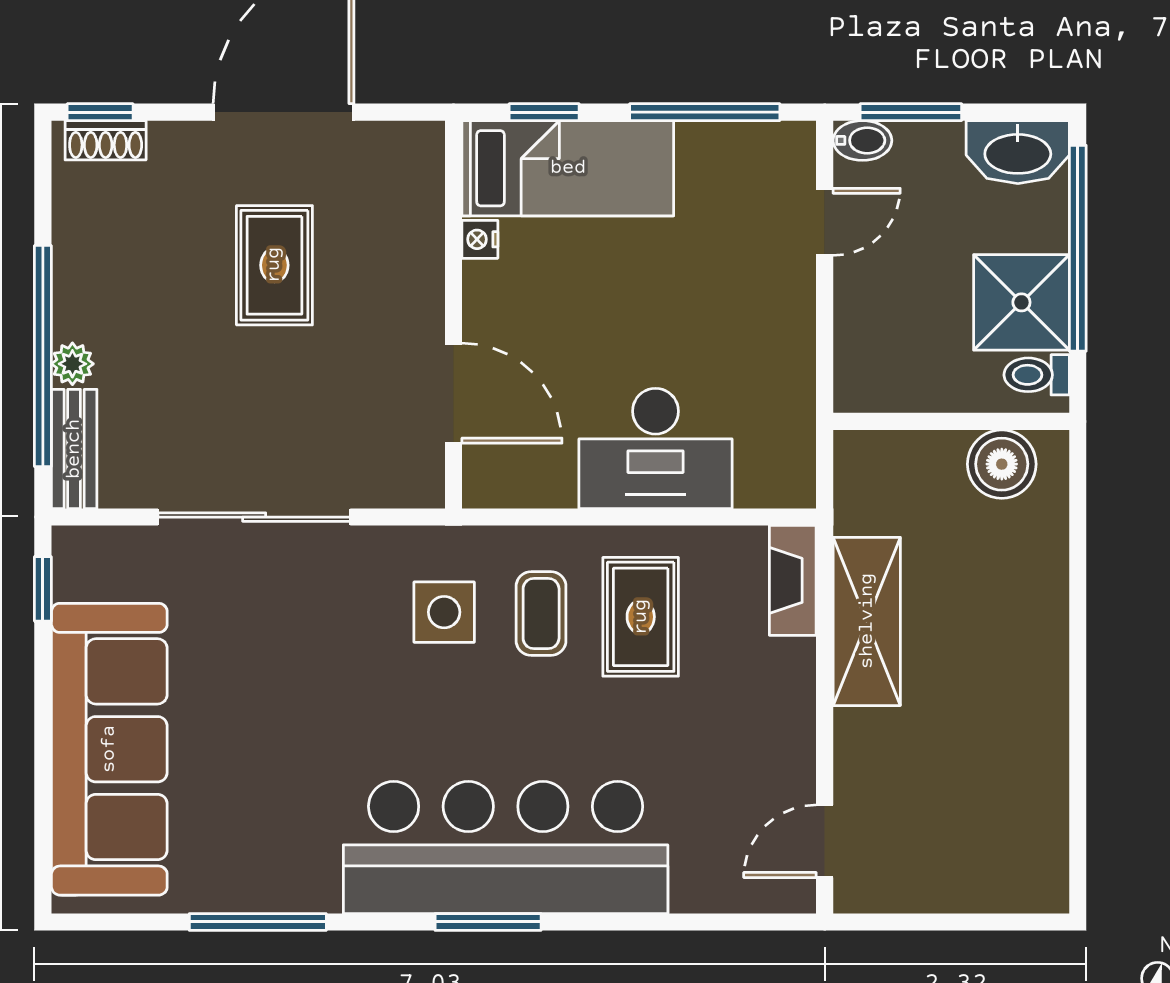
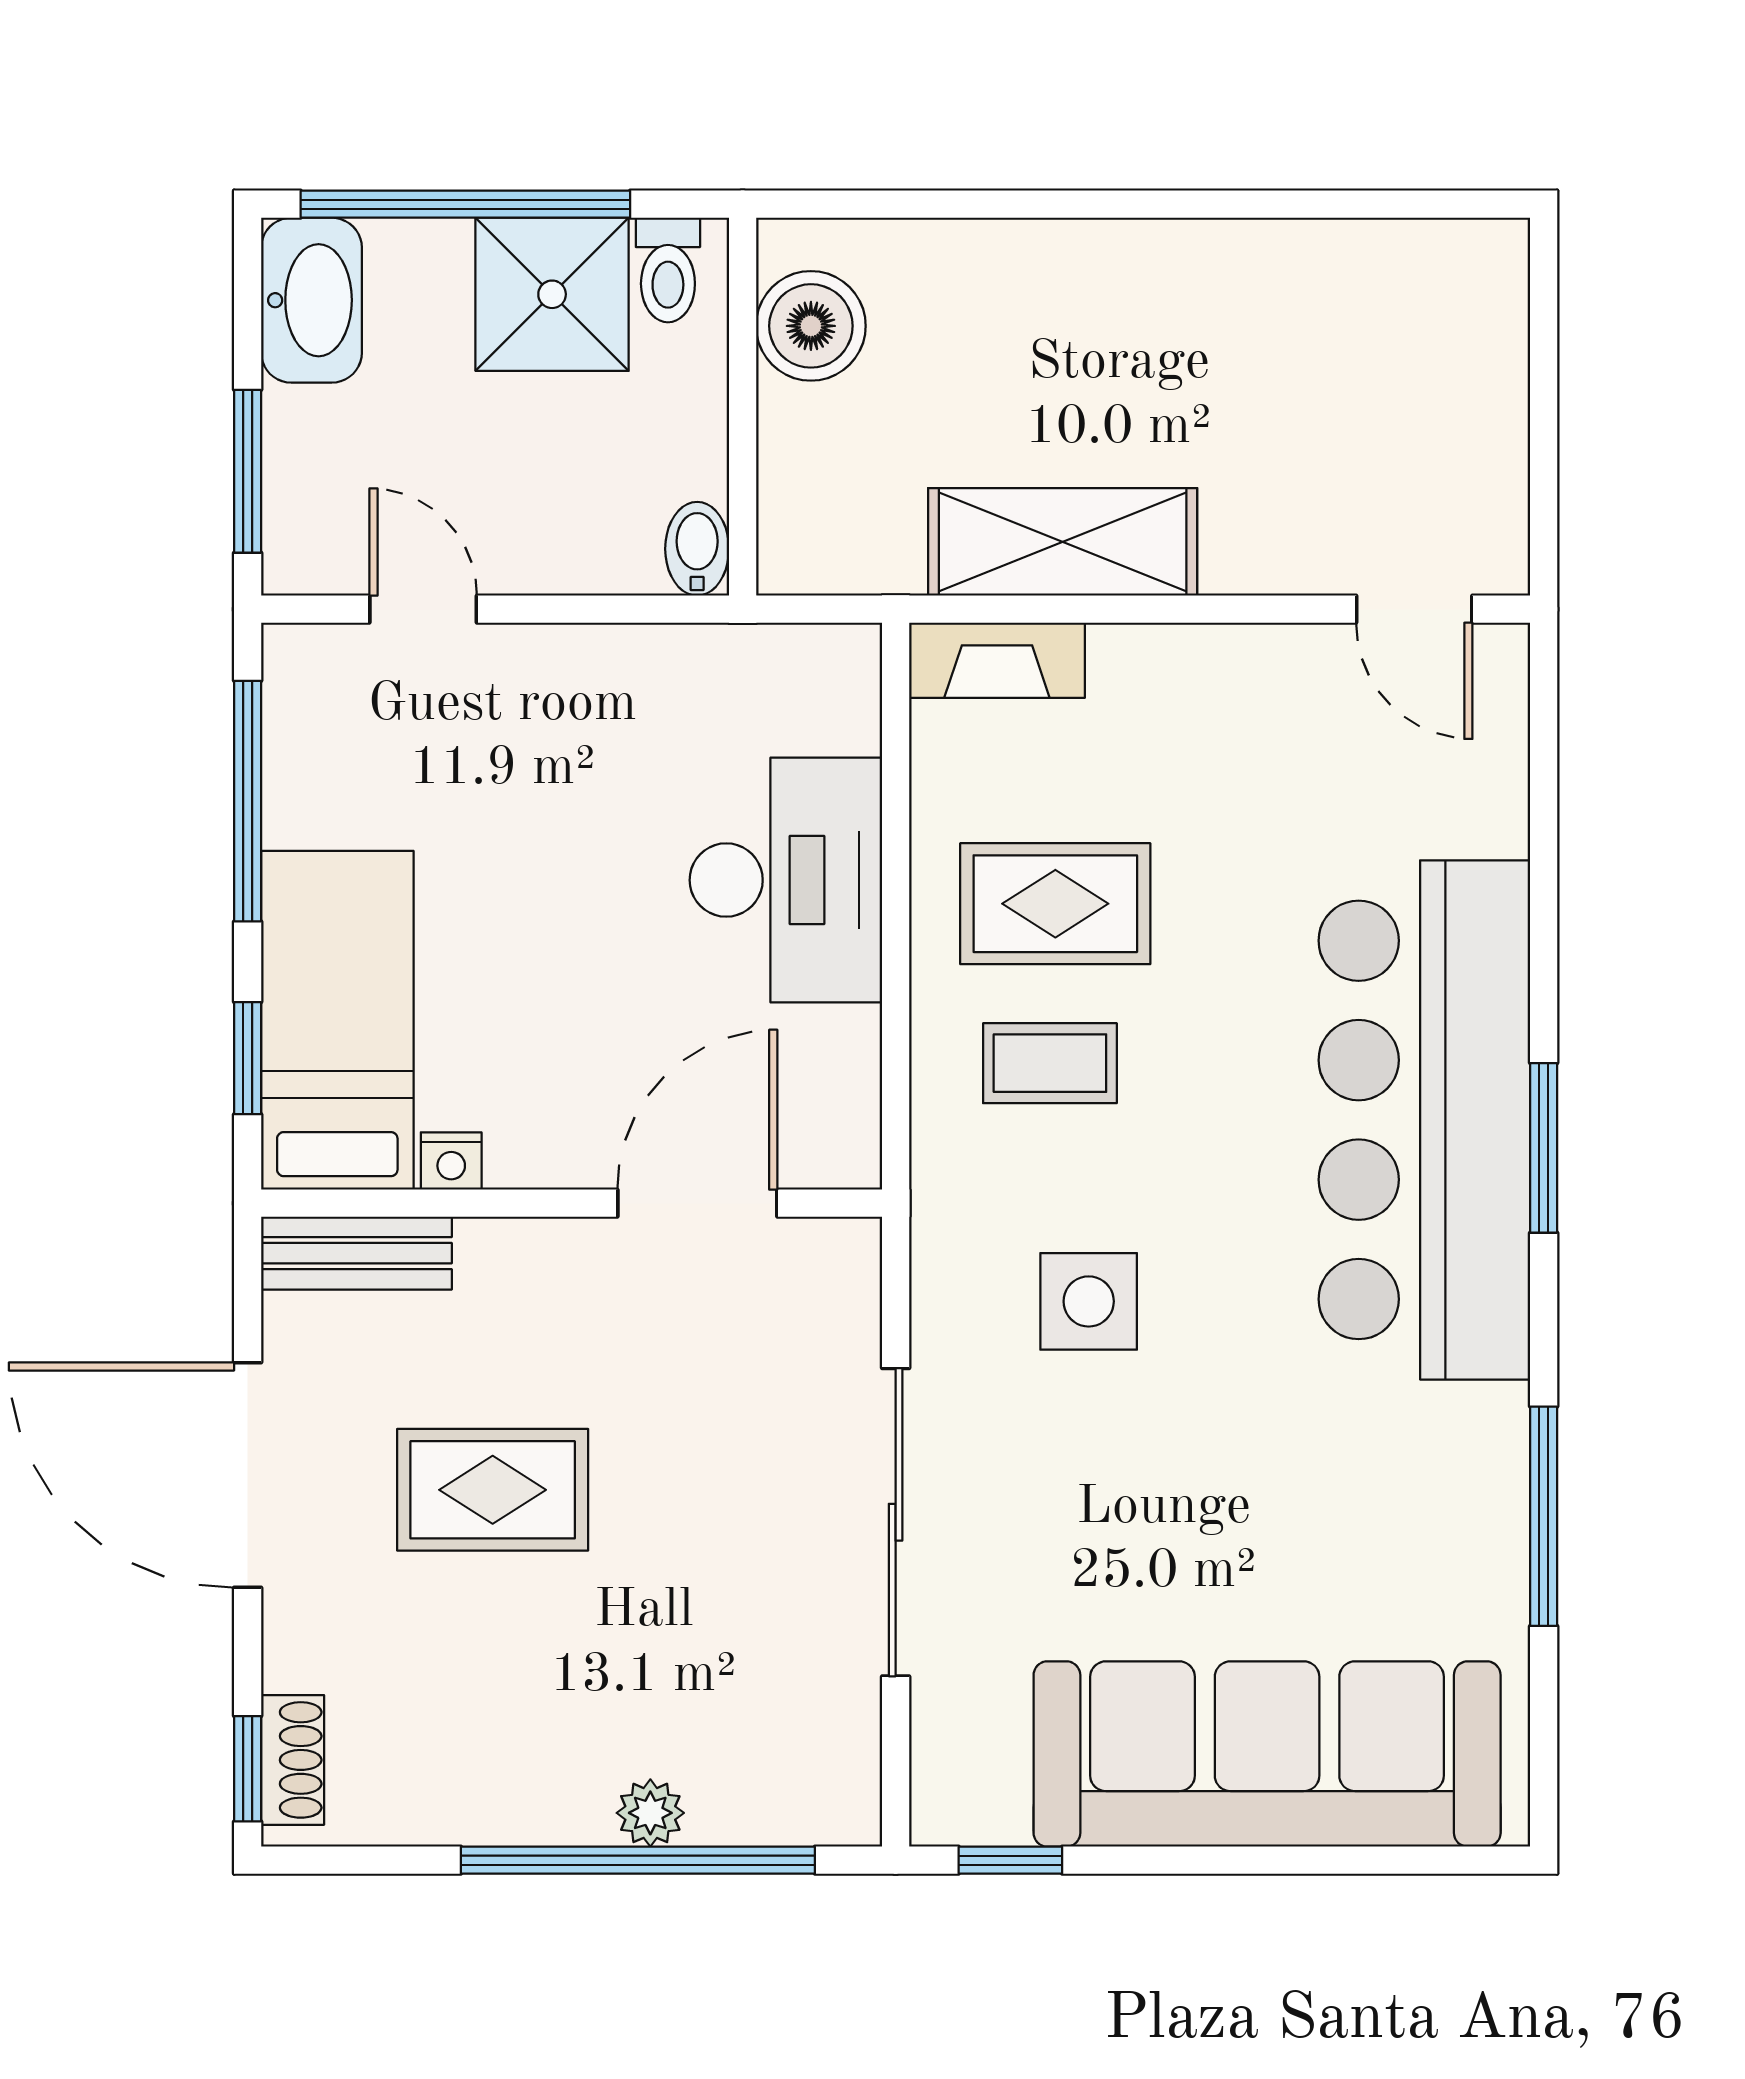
bidet: (862, 140) -> (697, 549), moved
bench: (74, 449) -> (356, 1253), moved
side table: (444, 612) -> (1089, 1301), moved

